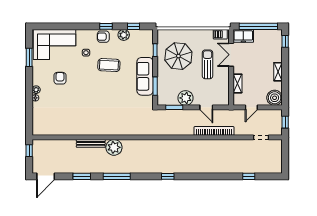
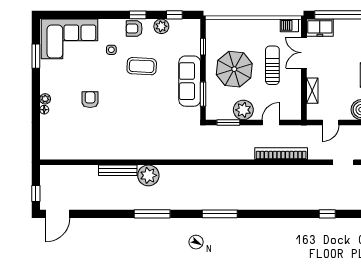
parasol: (178, 56) -> (234, 69), moved
armchair: (60, 78) -> (90, 100), moved
door: (206, 107) -> (271, 122), swing flipped
window: (29, 151) -> (36, 193), moved
window: (82, 176) -> (106, 214), removed
window: (168, 176) -> (220, 214), width x2.17

